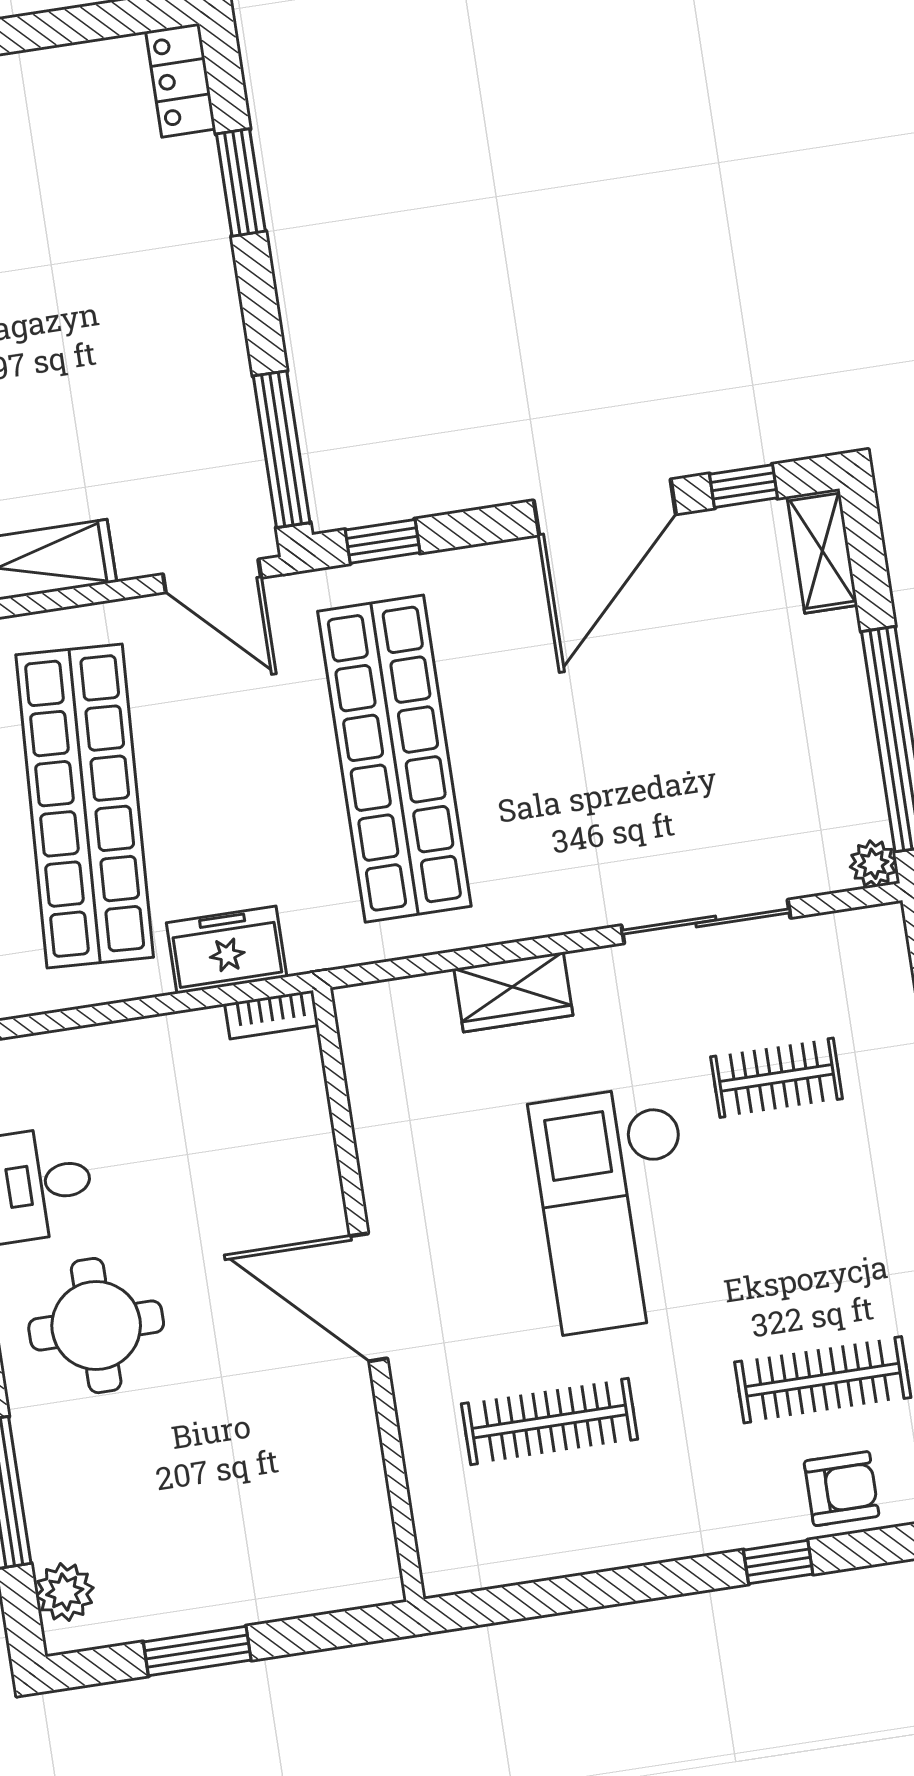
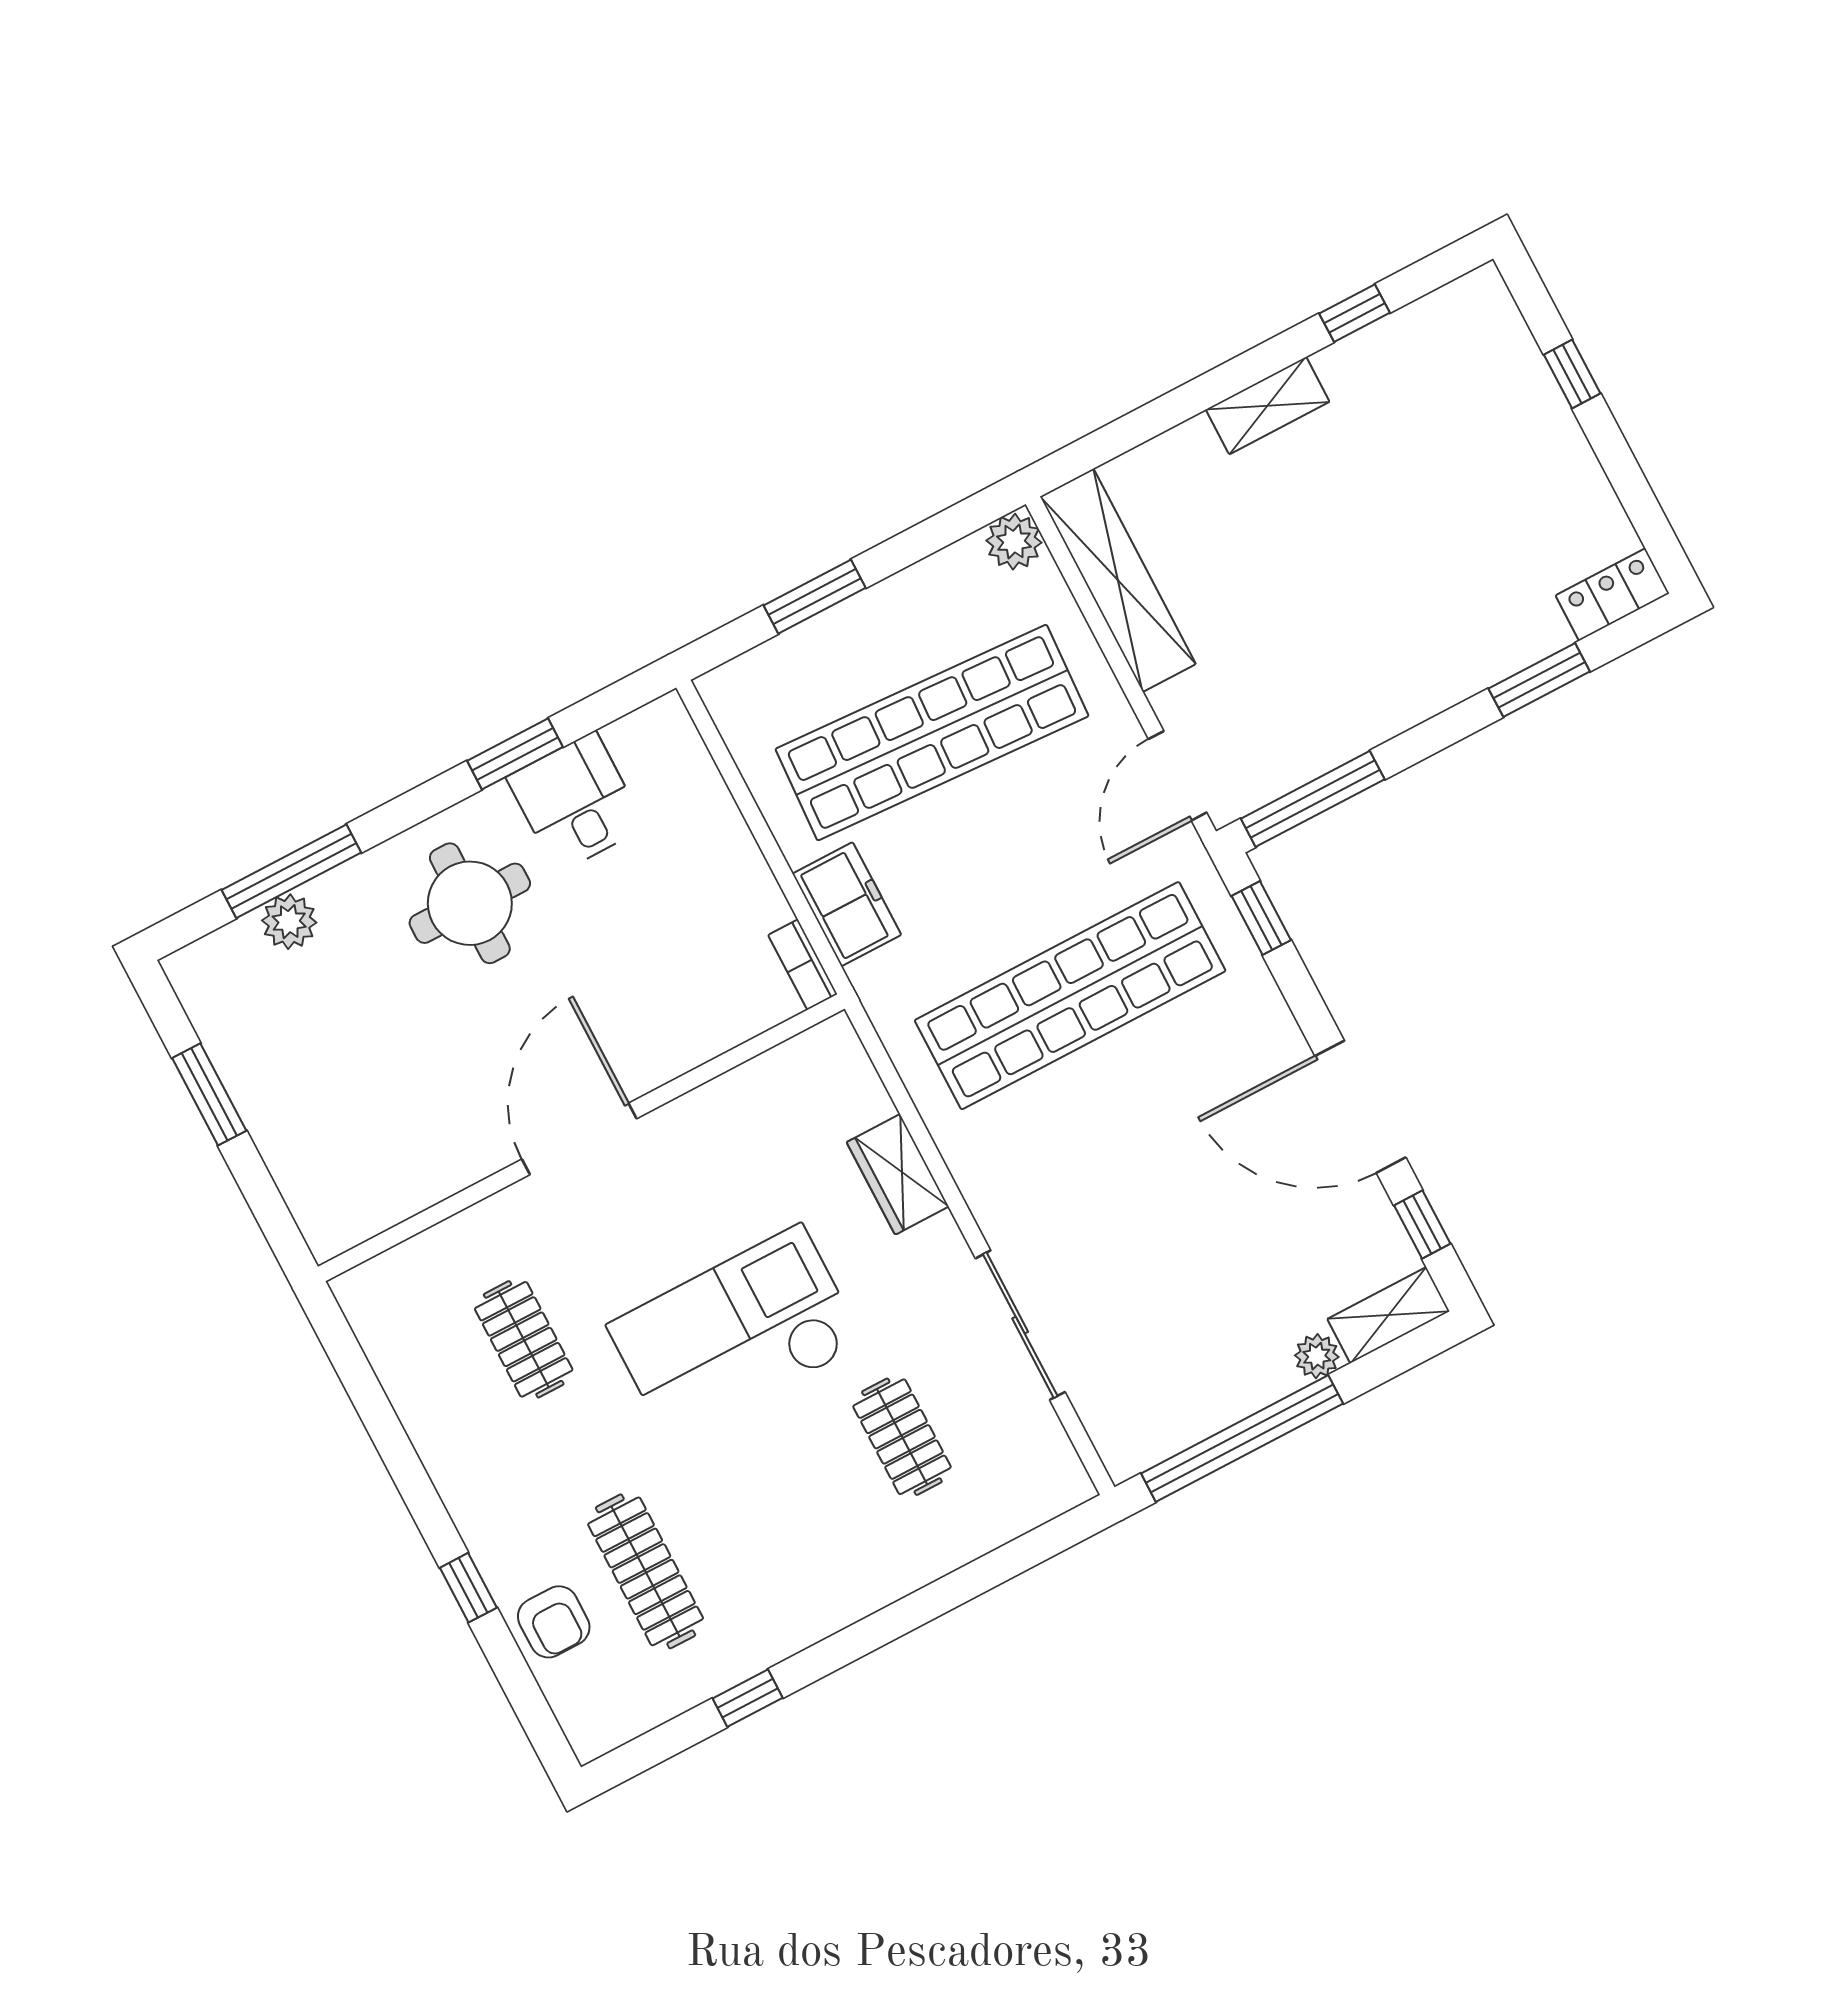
plant: (873, 864) -> (1317, 1356), moved
clothes rail: (549, 1422) -> (524, 1339), width x0.73
plant: (65, 1592) -> (289, 922), moved

